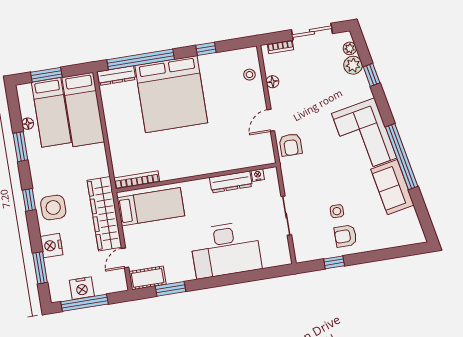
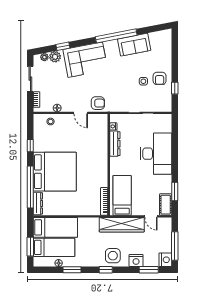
corner sofa: (364, 136) -> (85, 60), moved
nightstand: (82, 288) -> (165, 260), moved

